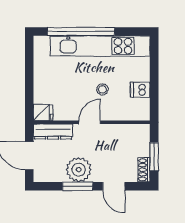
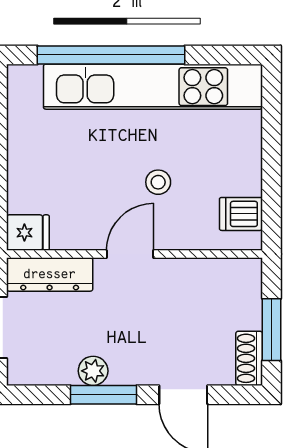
dishwasher: (140, 90) -> (241, 214), moved
plant: (79, 170) -> (93, 371), width x0.53, depth x0.53

